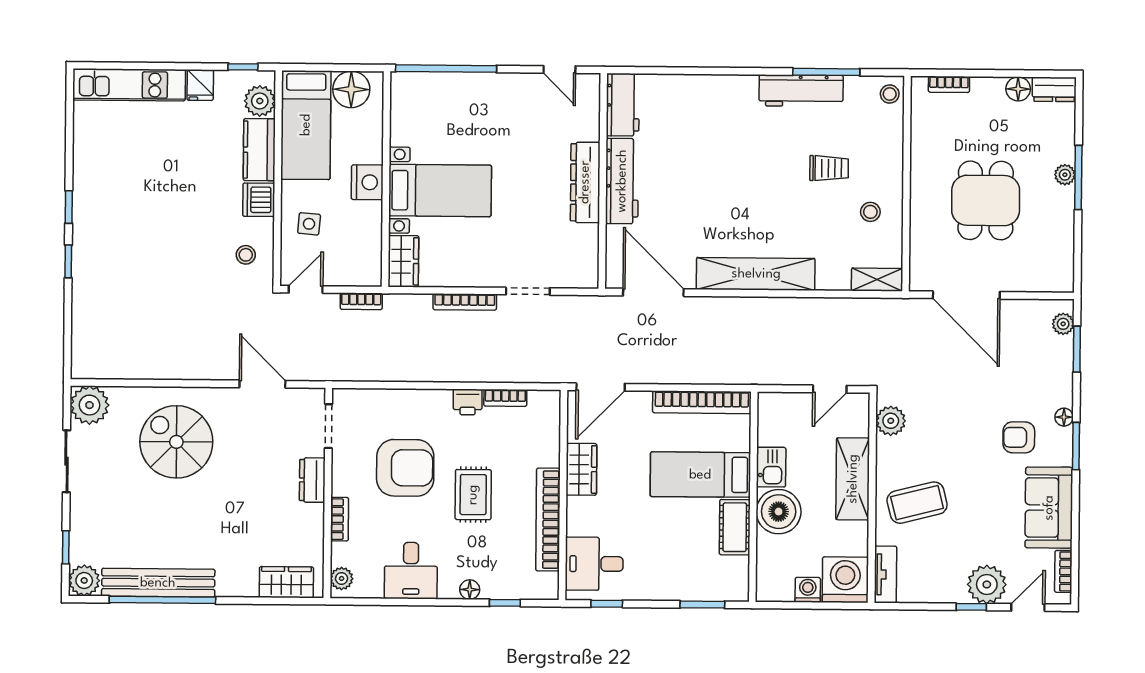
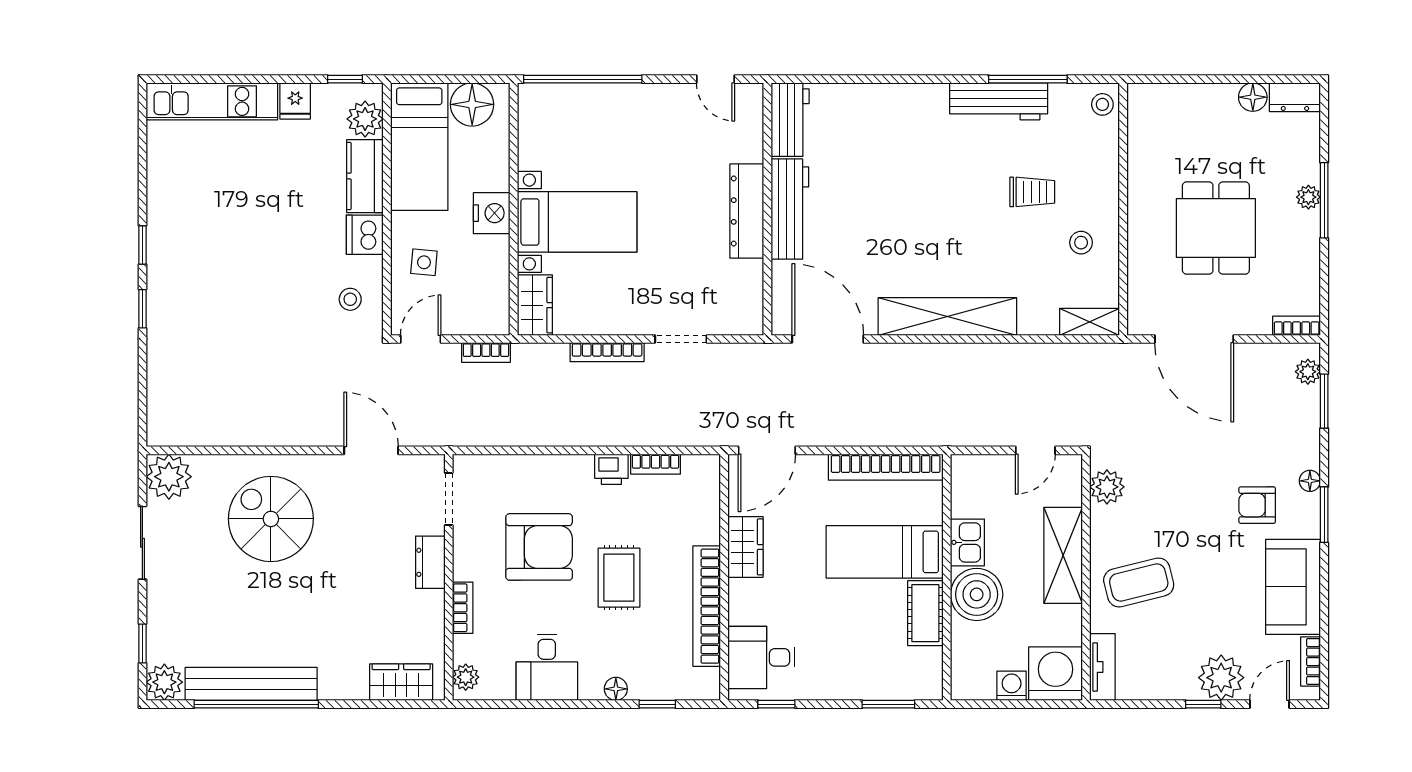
bookcase: (949, 84) -> (1297, 326), moved, turned 180

